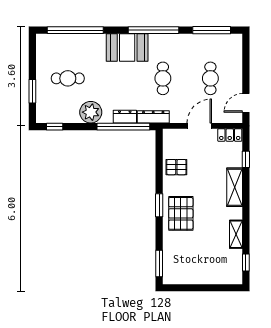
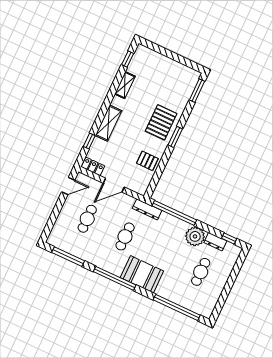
cafe table: (68, 78) -> (201, 272), turned 90
window: (32, 91) -> (234, 275), removed
dresser: (125, 117) -> (215, 242), moved

